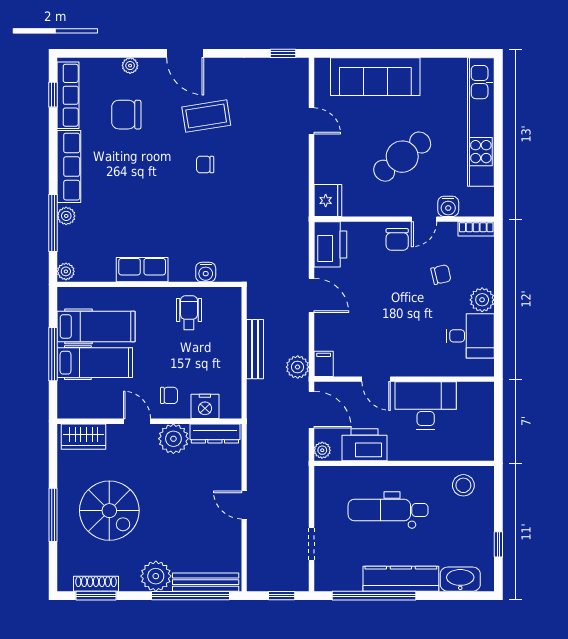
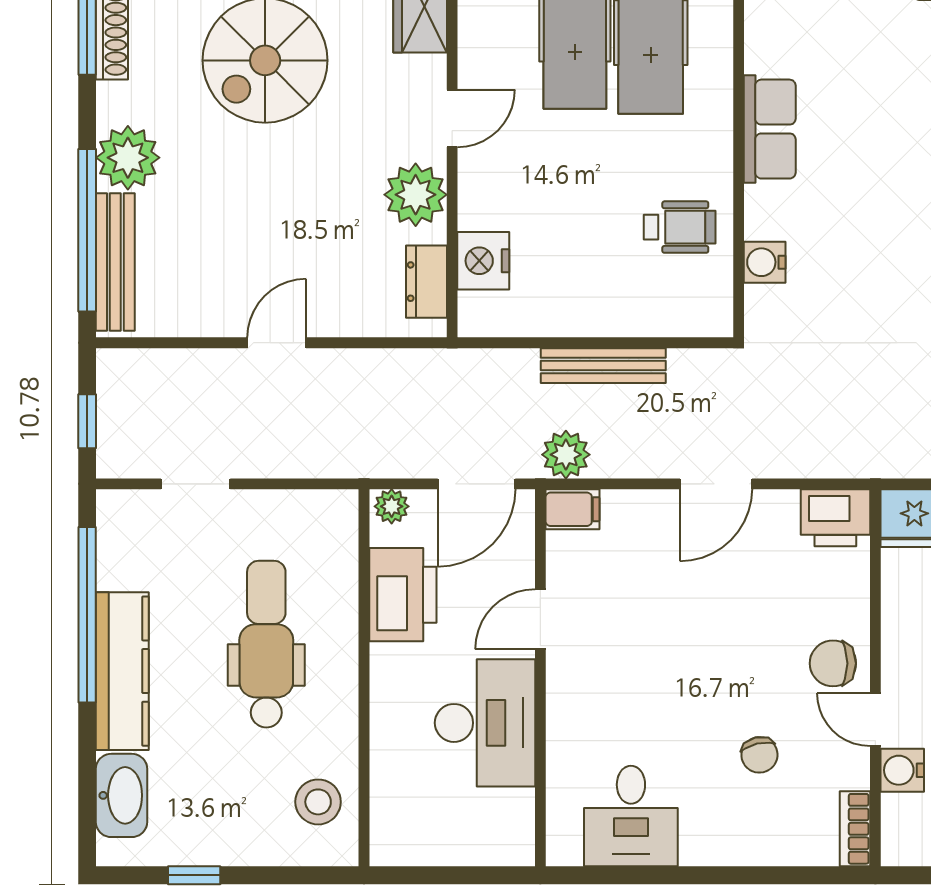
printer: (330, 244) -> (835, 518), width x0.73, depth x0.84
plant: (482, 300) -> (707, 841), removed
chair: (169, 395) -> (506, 185), removed
dresser: (215, 434) -> (426, 282), width x0.70

